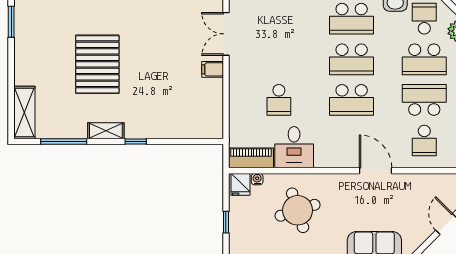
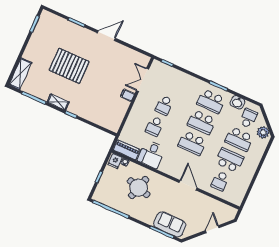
school desk: (279, 59) -> (164, 105), added
pallet: (97, 64) -> (69, 66), turned 90
round table: (298, 210) -> (139, 188), turned 34

